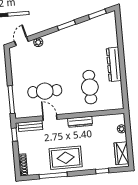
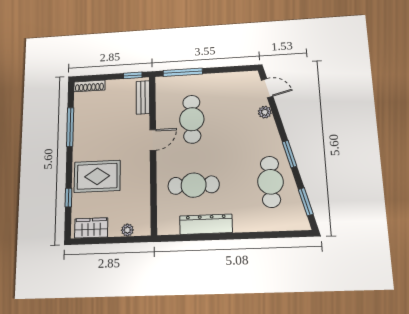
cafe table: (85, 37) -> (270, 182), added
dresser: (114, 64) -> (206, 224), moved
door: (50, 118) -> (153, 140), moved
dresser: (80, 122) -> (143, 168), removed
rug: (66, 158) -> (97, 176), moved, turned 90

